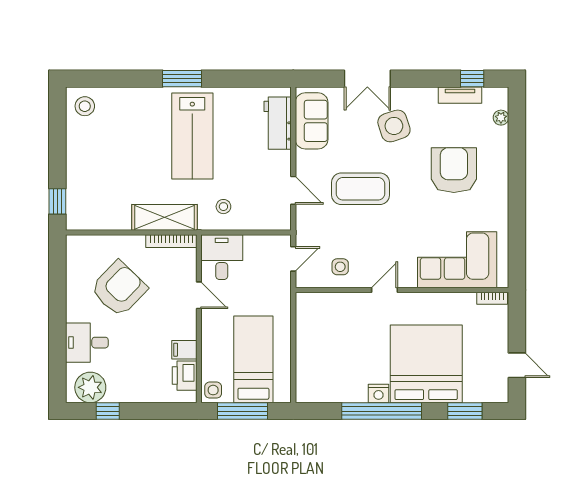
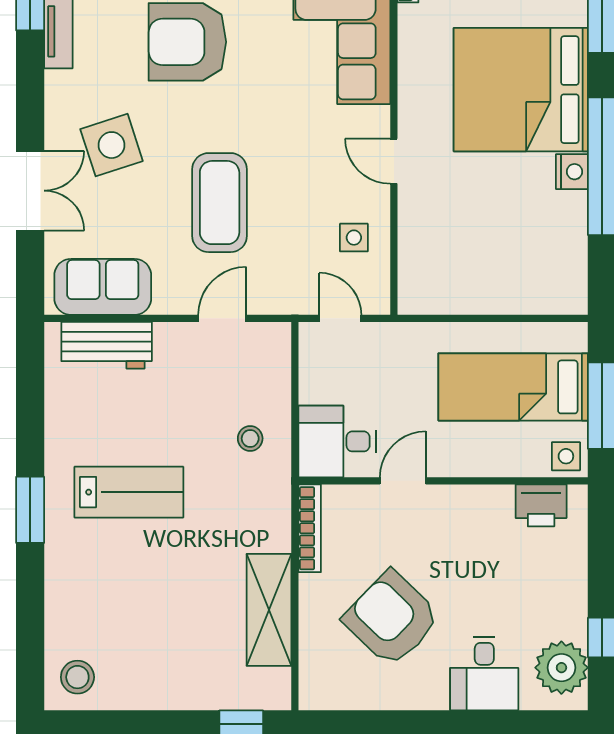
lab bench: (192, 136) -> (129, 492), width x0.73, depth x0.72
shelving: (164, 217) -> (269, 610), moved
filing cabinet: (184, 350) -> (497, 506), removed

